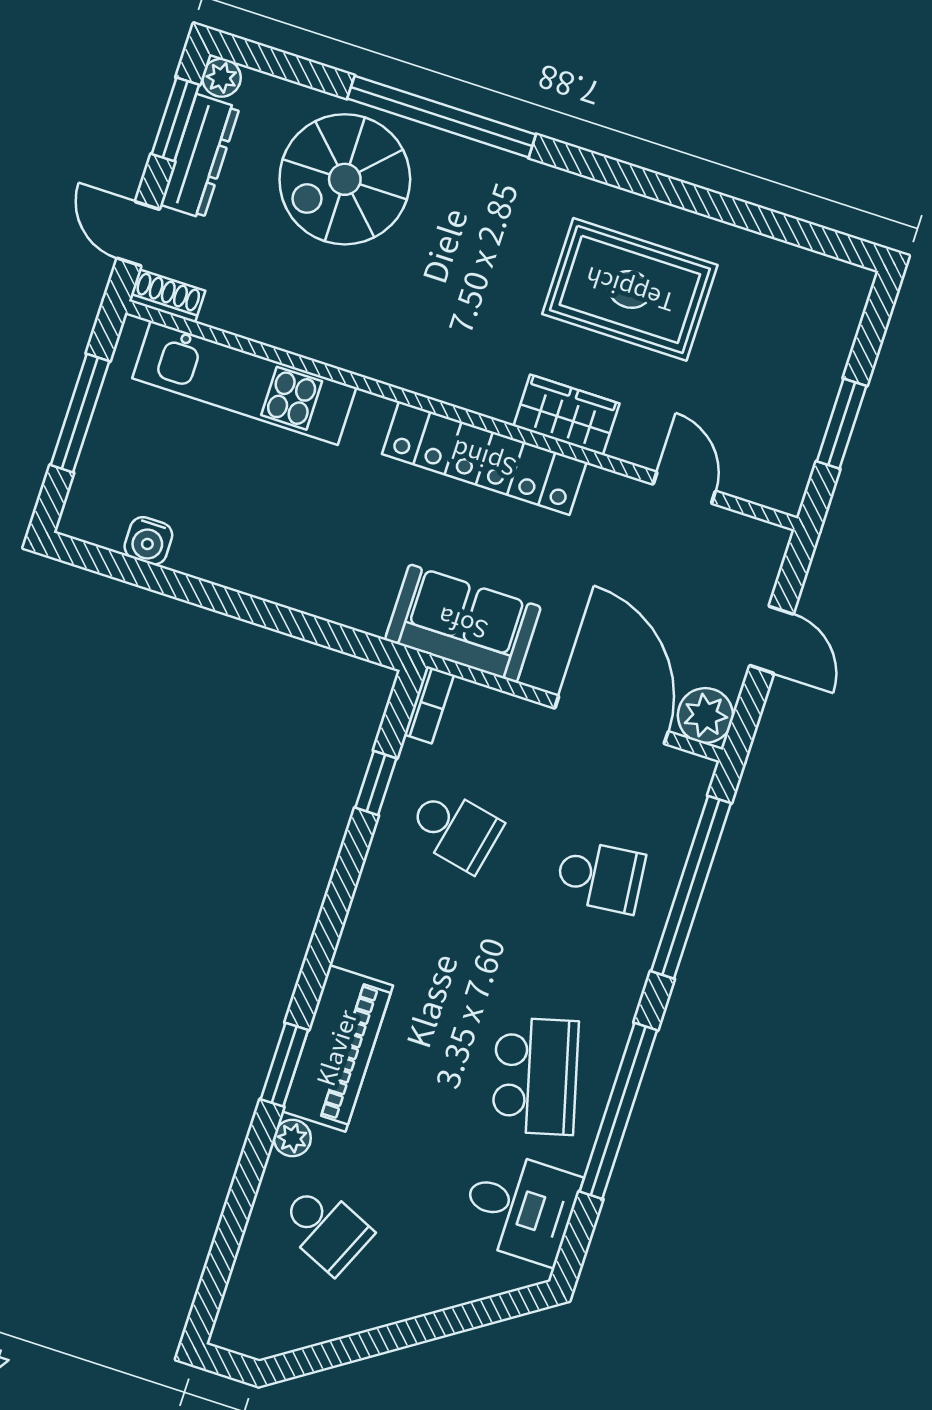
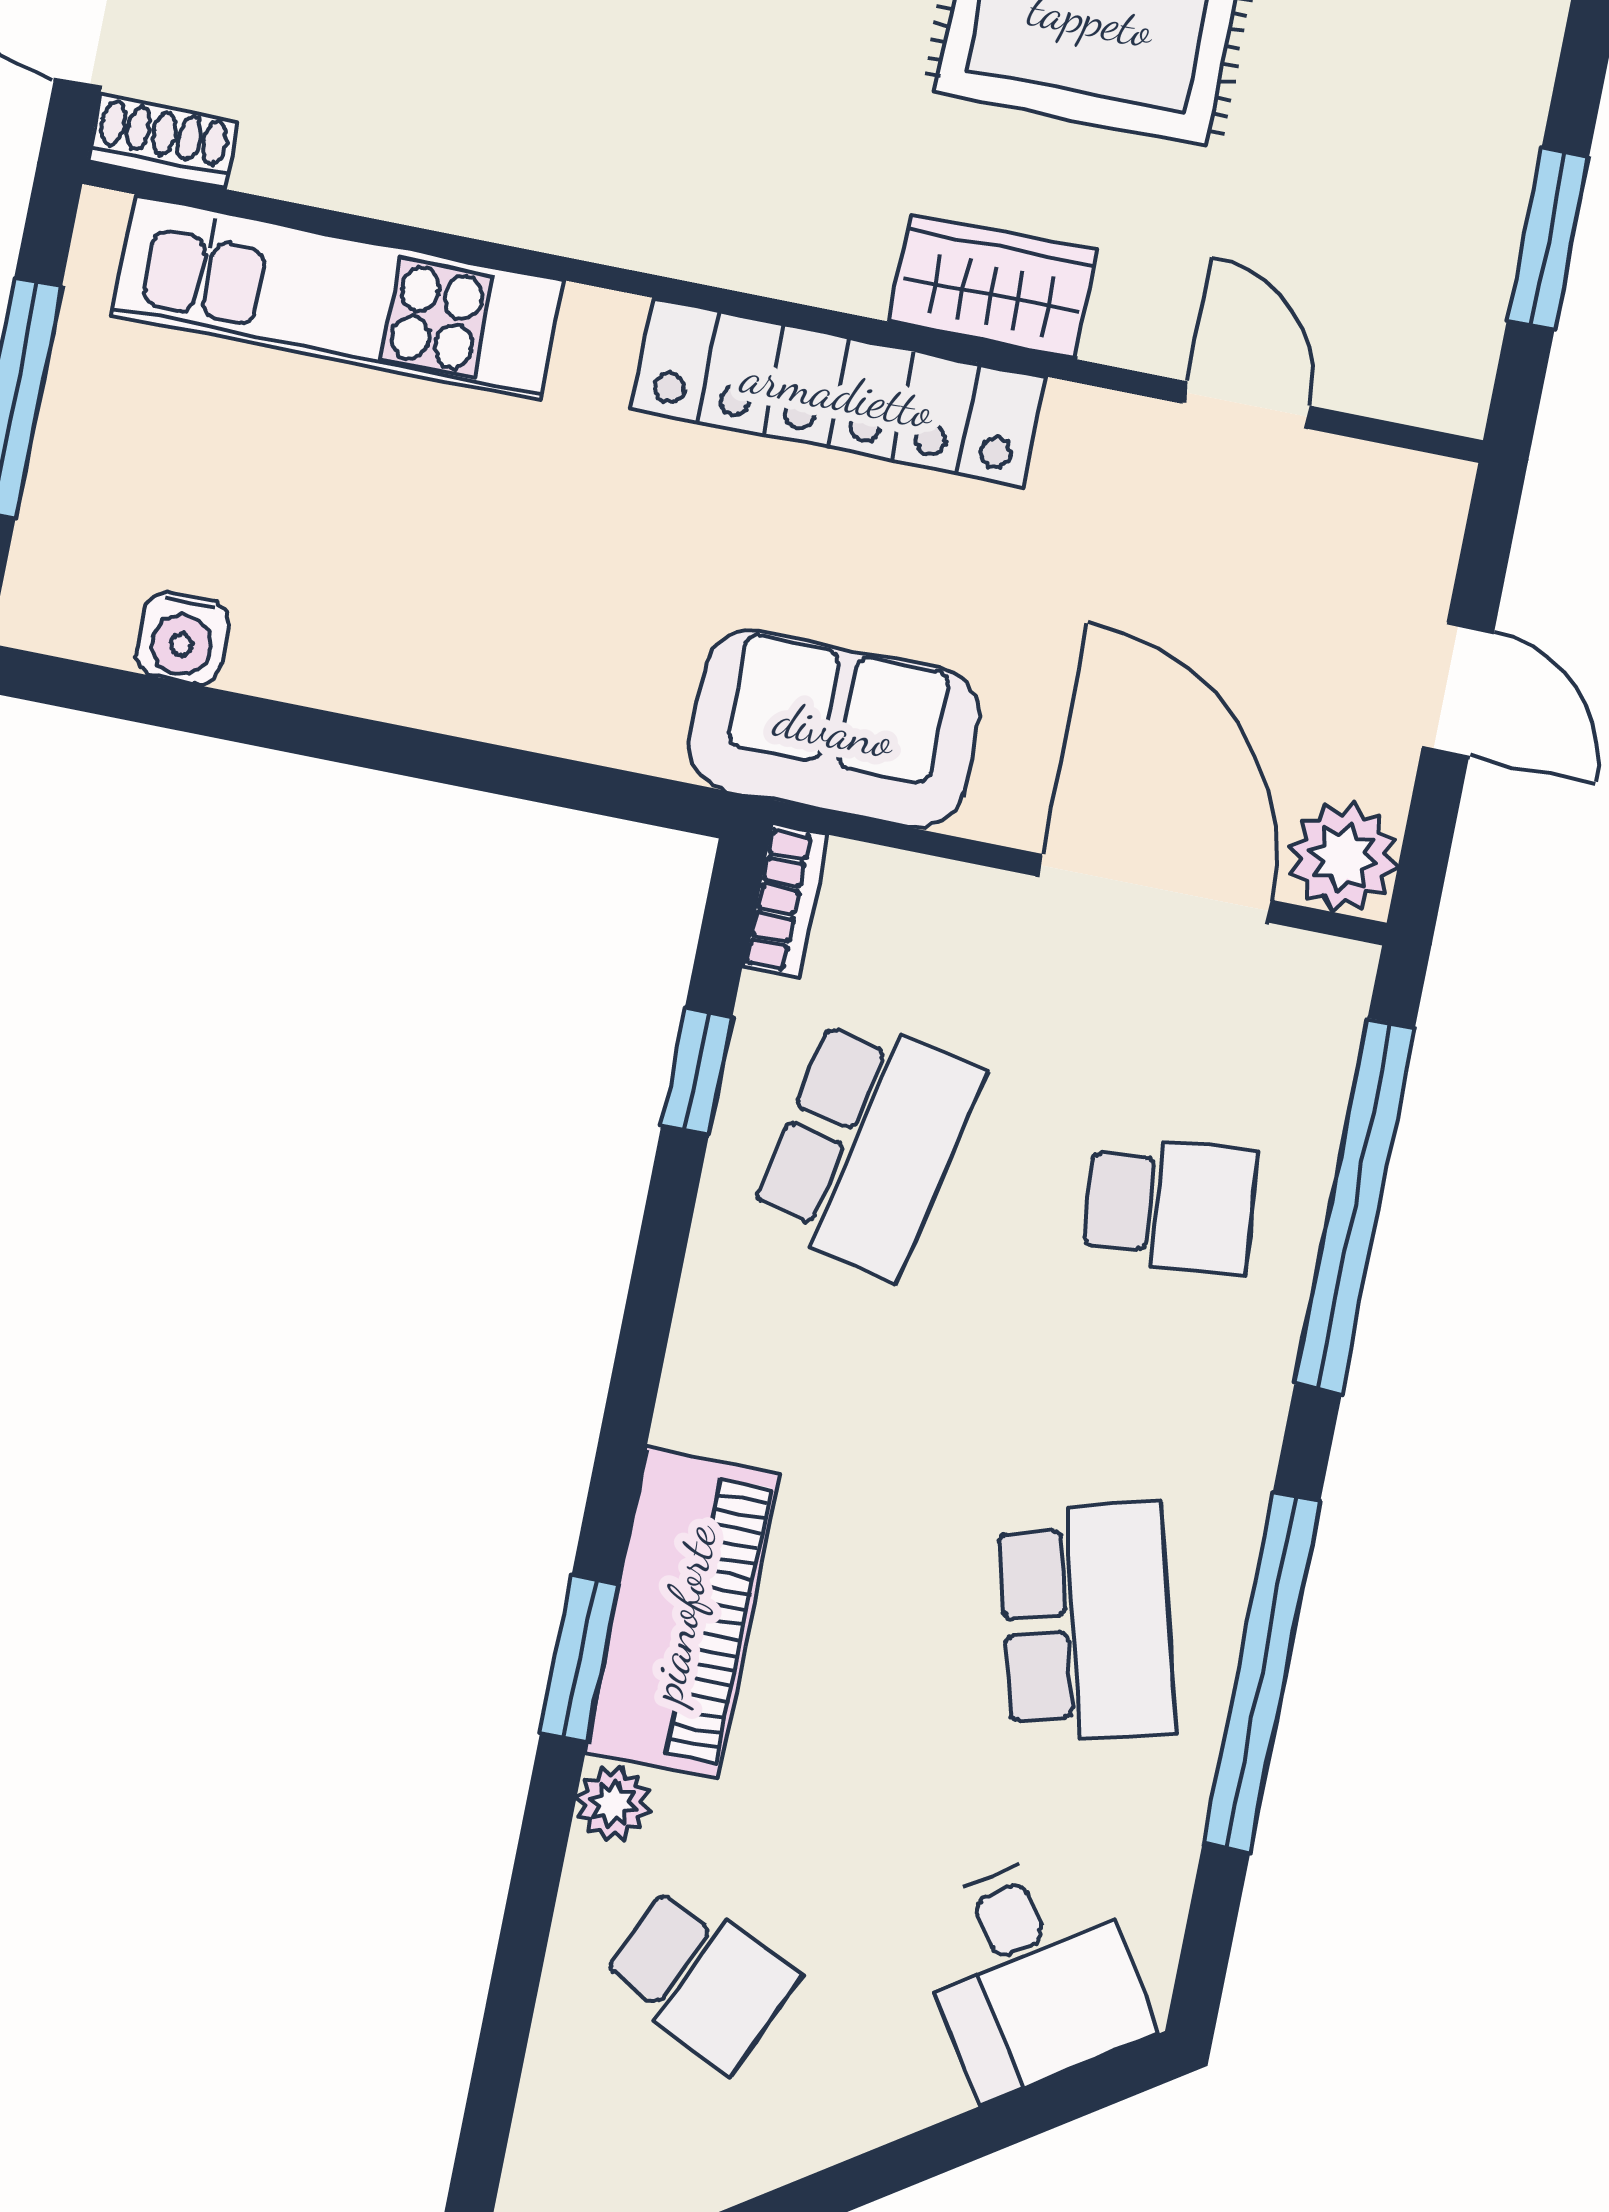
school desk: (455, 829) -> (867, 1145), width x1.85
desk: (520, 1207) -> (1031, 1972), moved, turned 57

